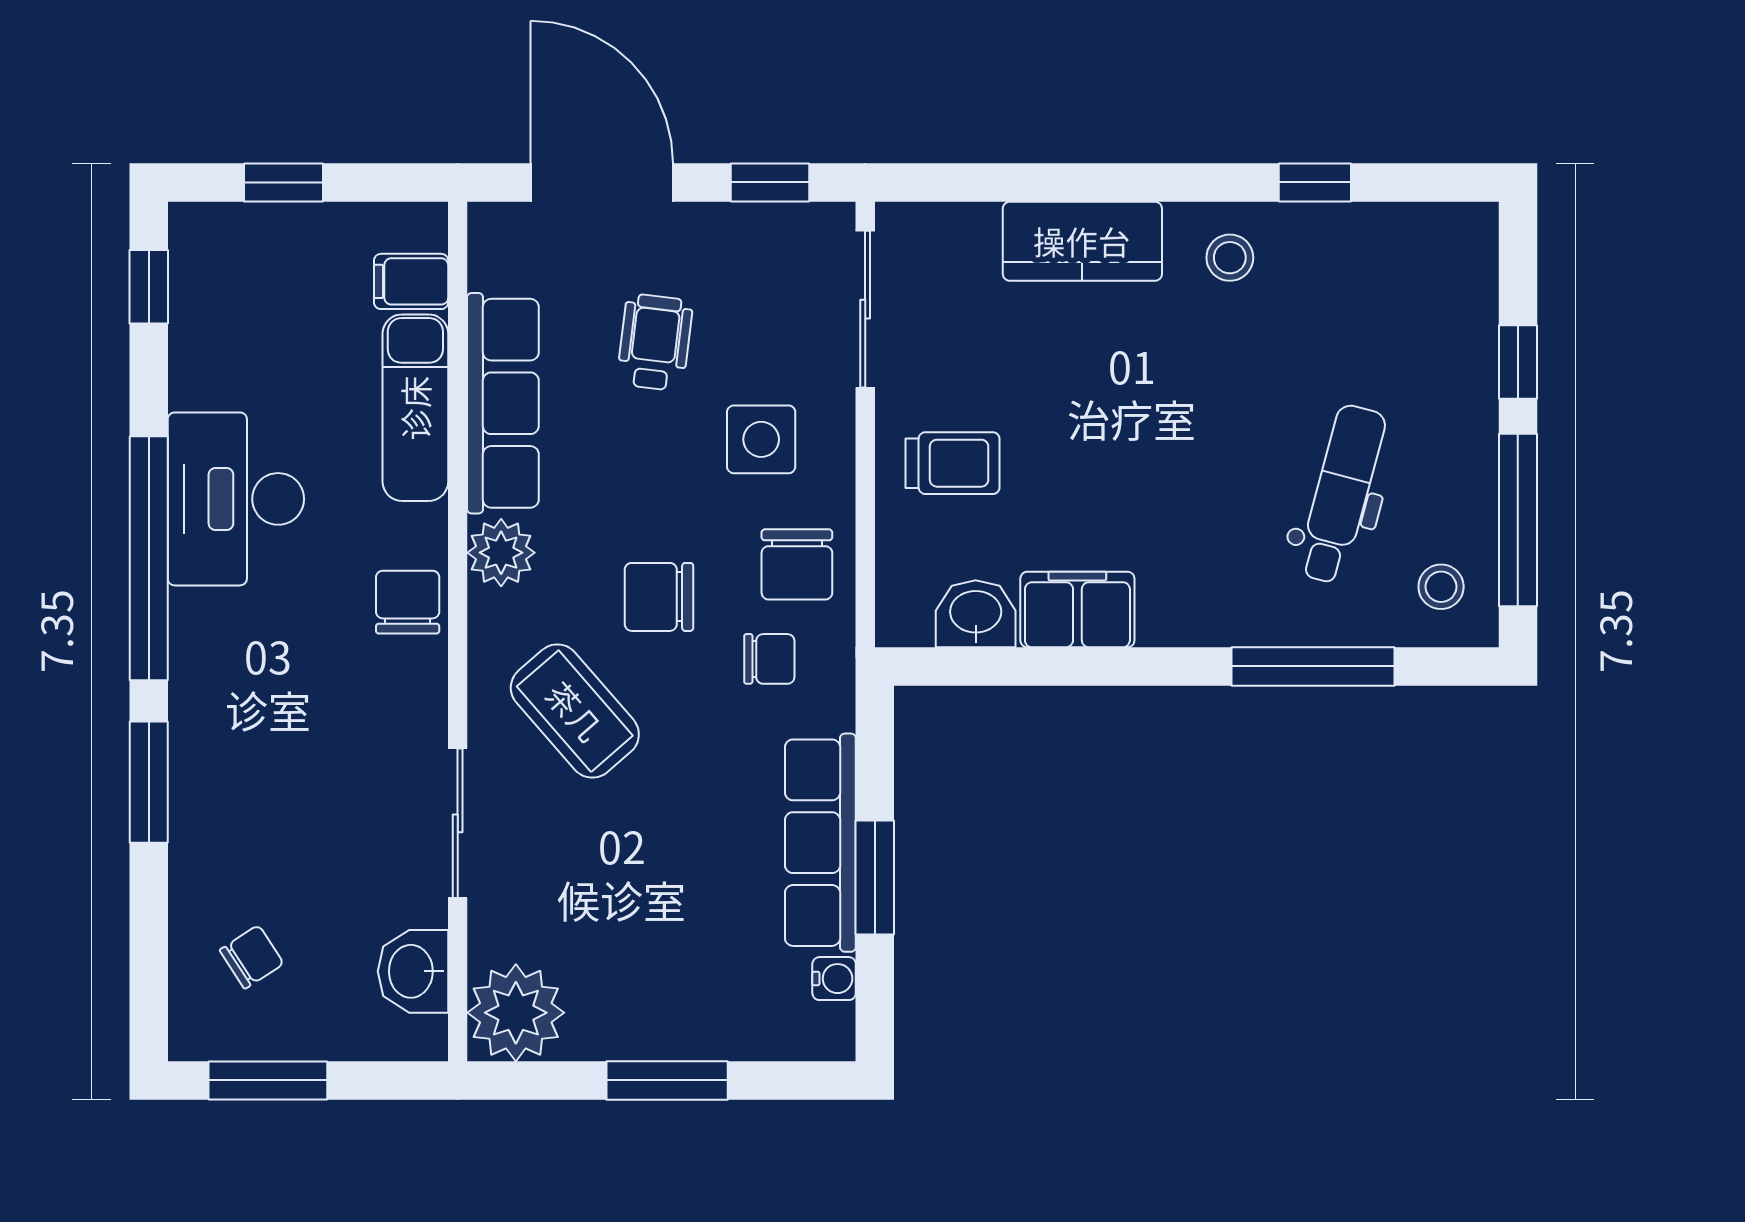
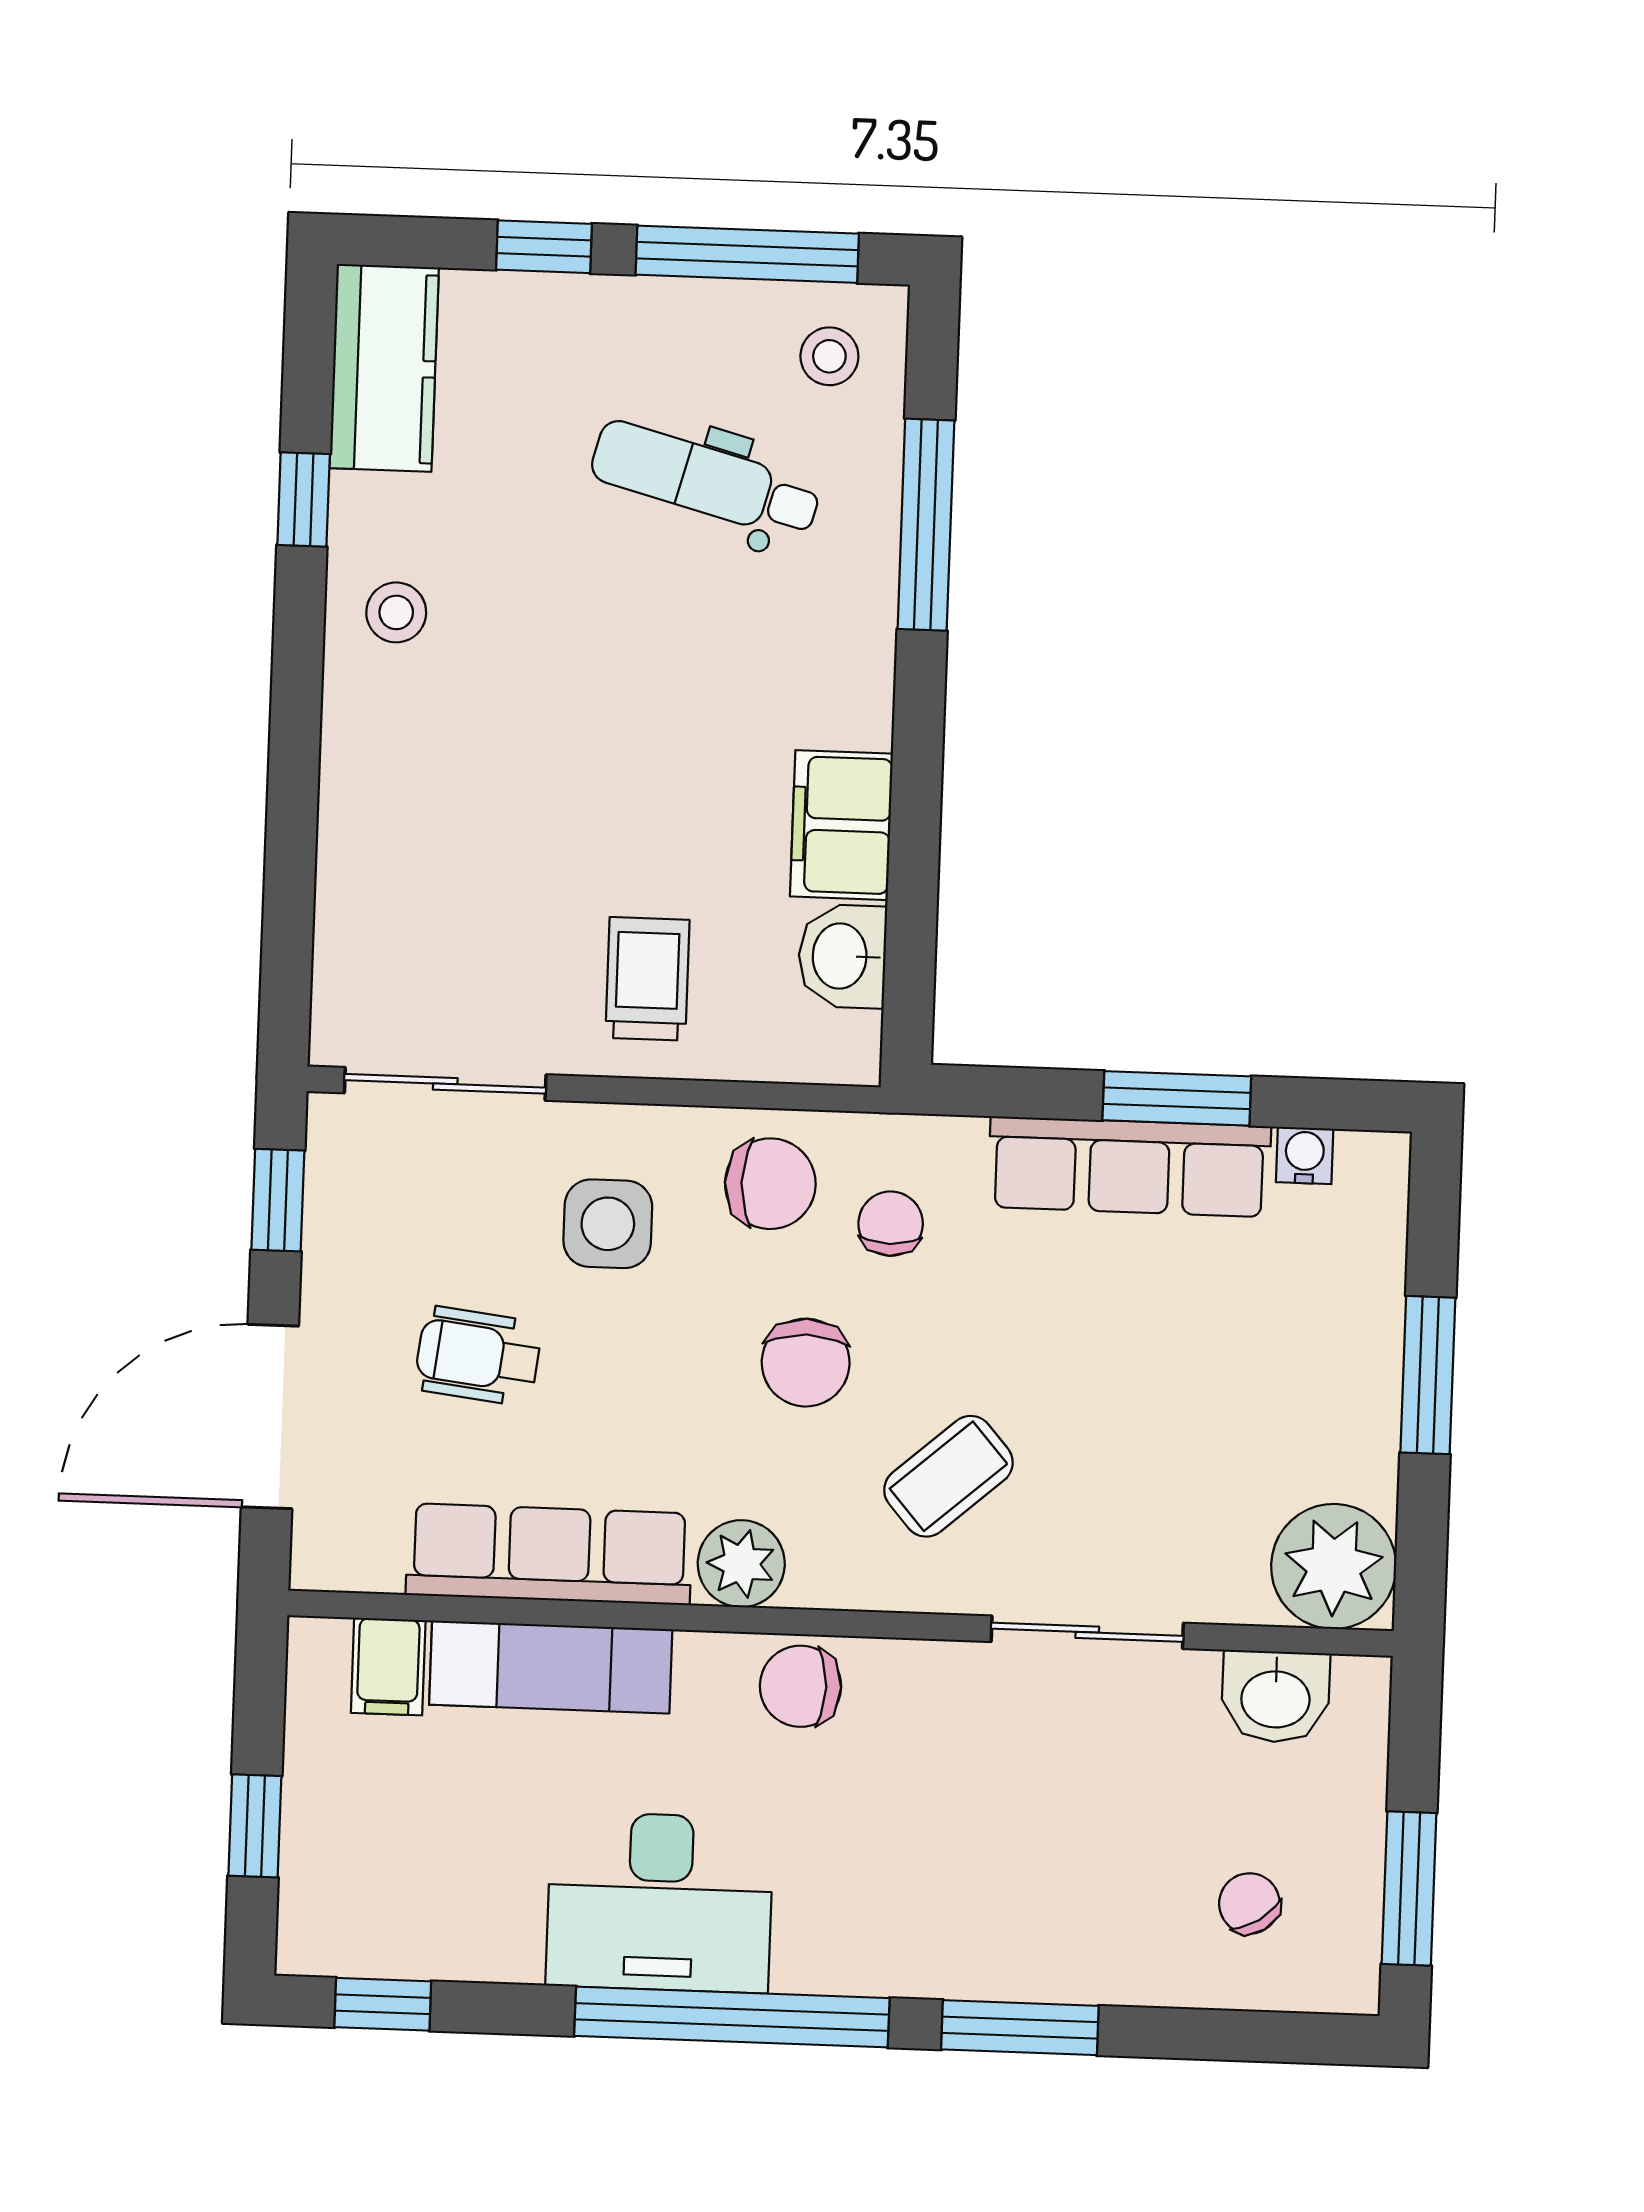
kitchen counter: (1082, 241) -> (384, 368), moved
coffee table: (575, 711) -> (948, 1476), width x0.73, depth x0.77

